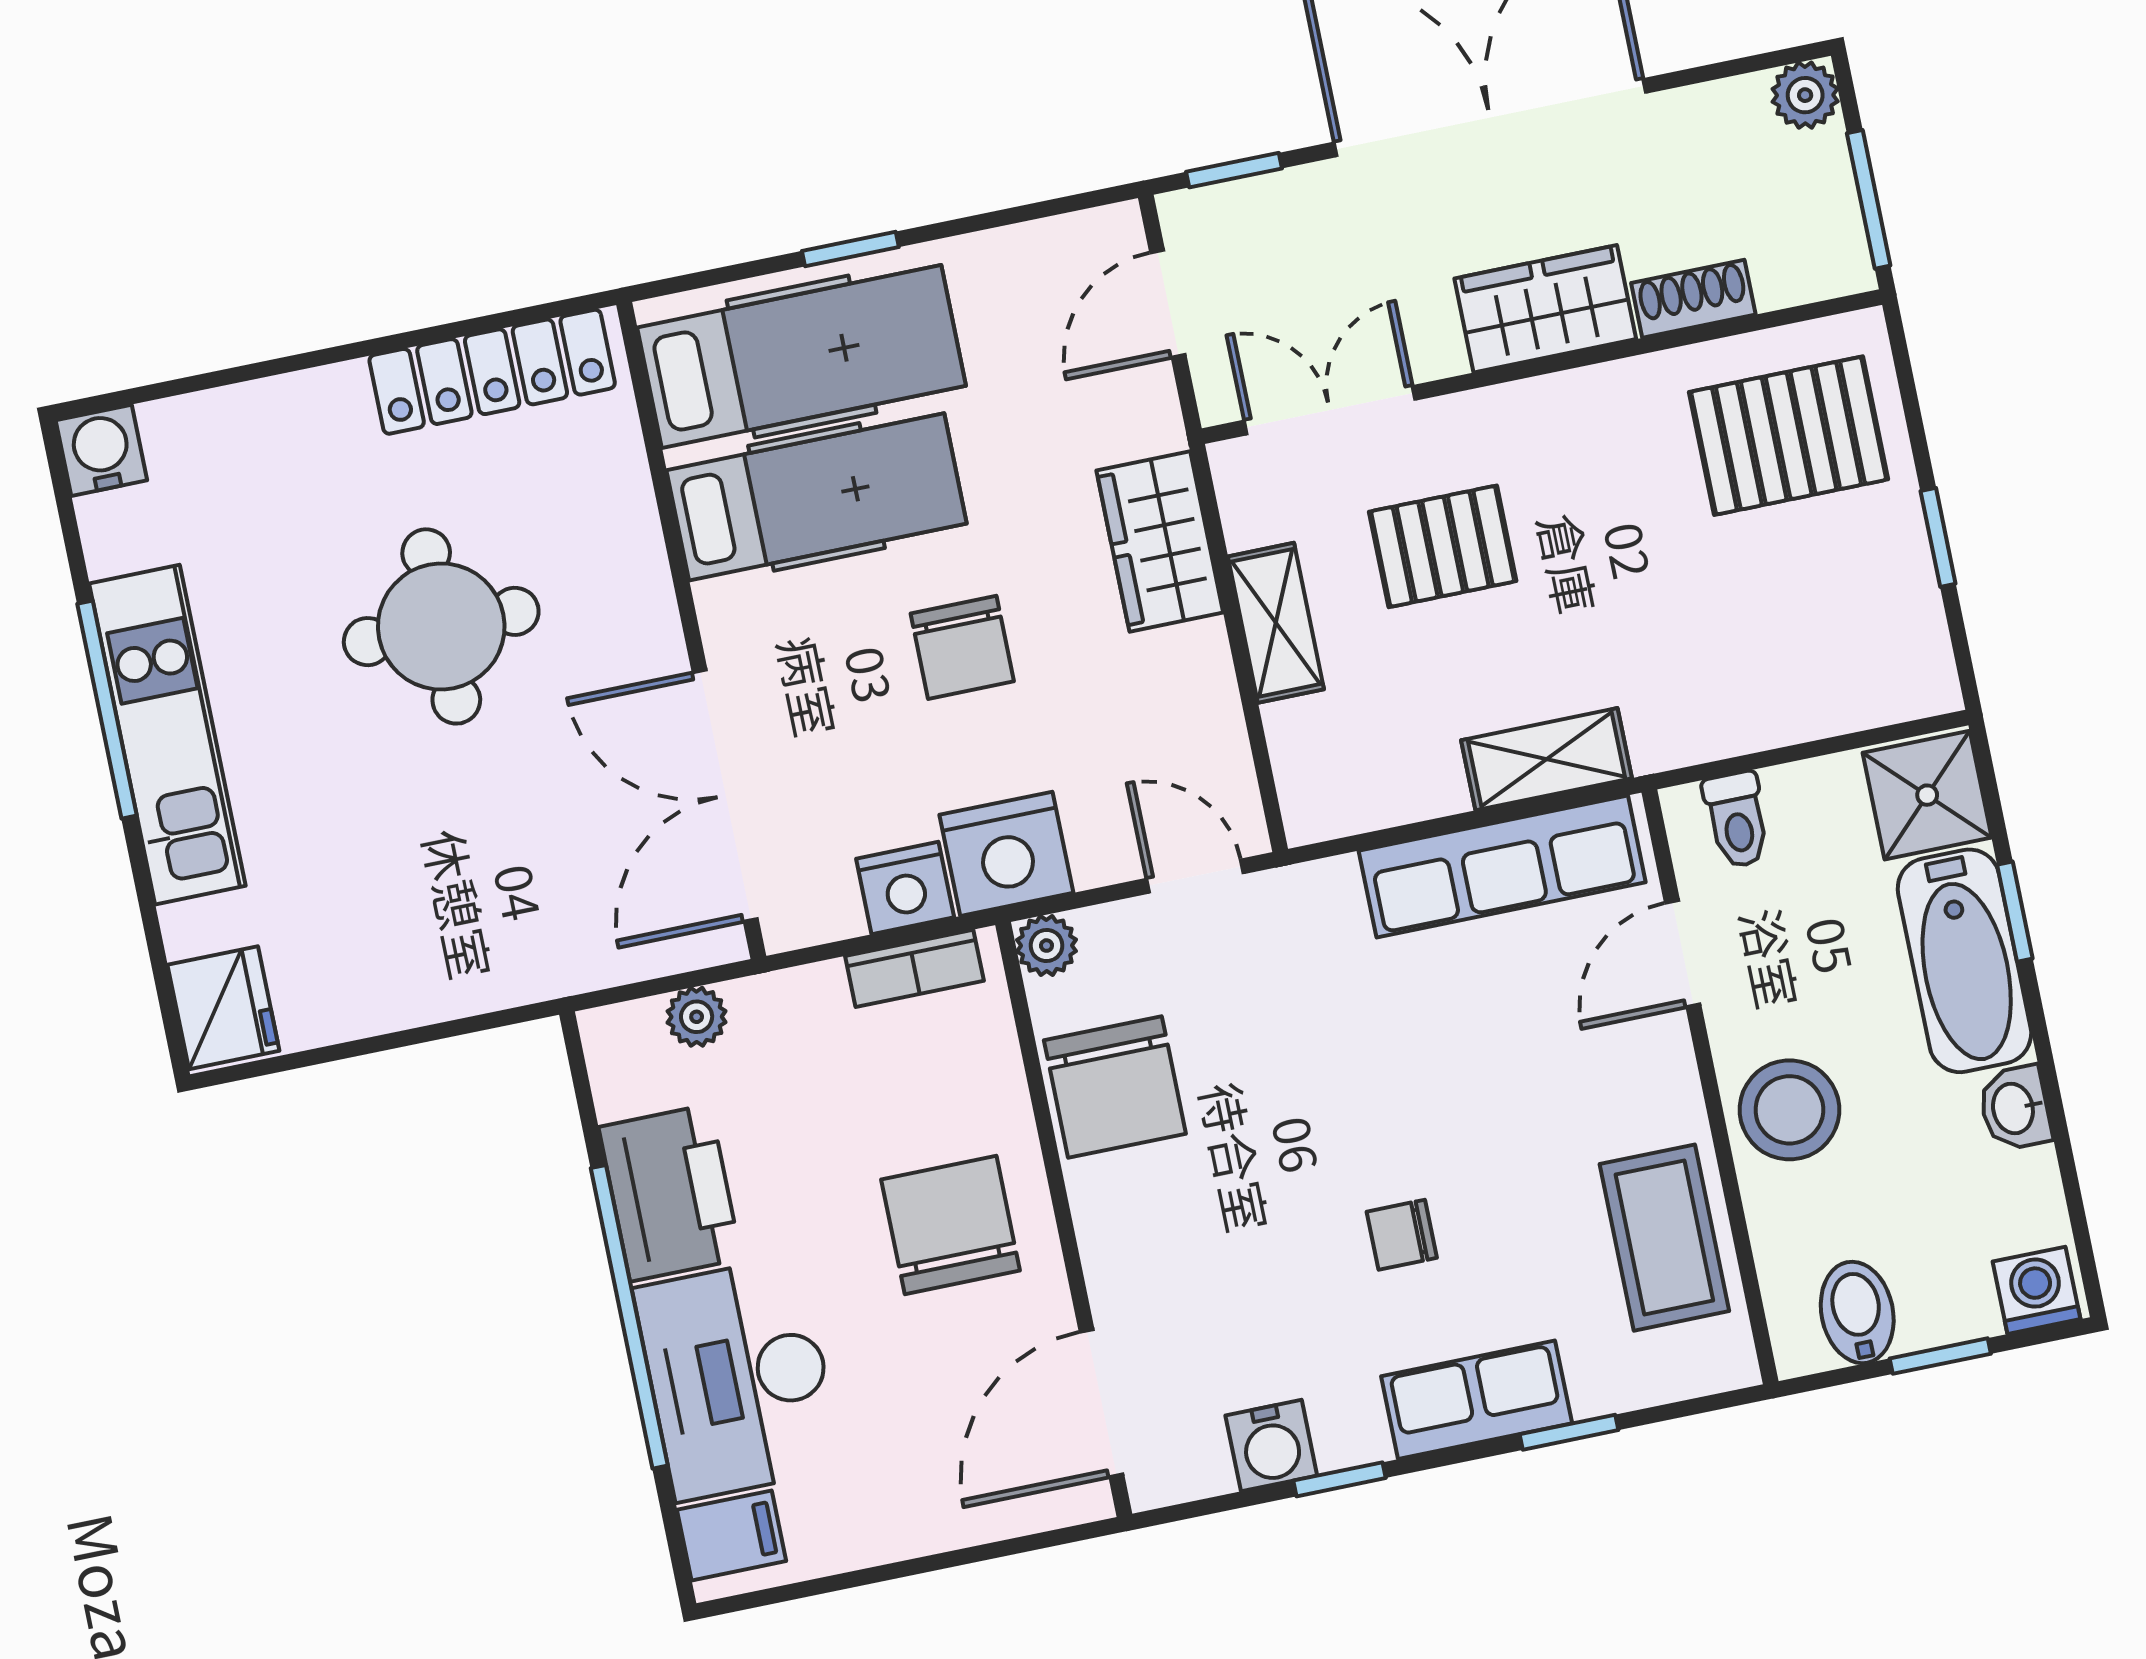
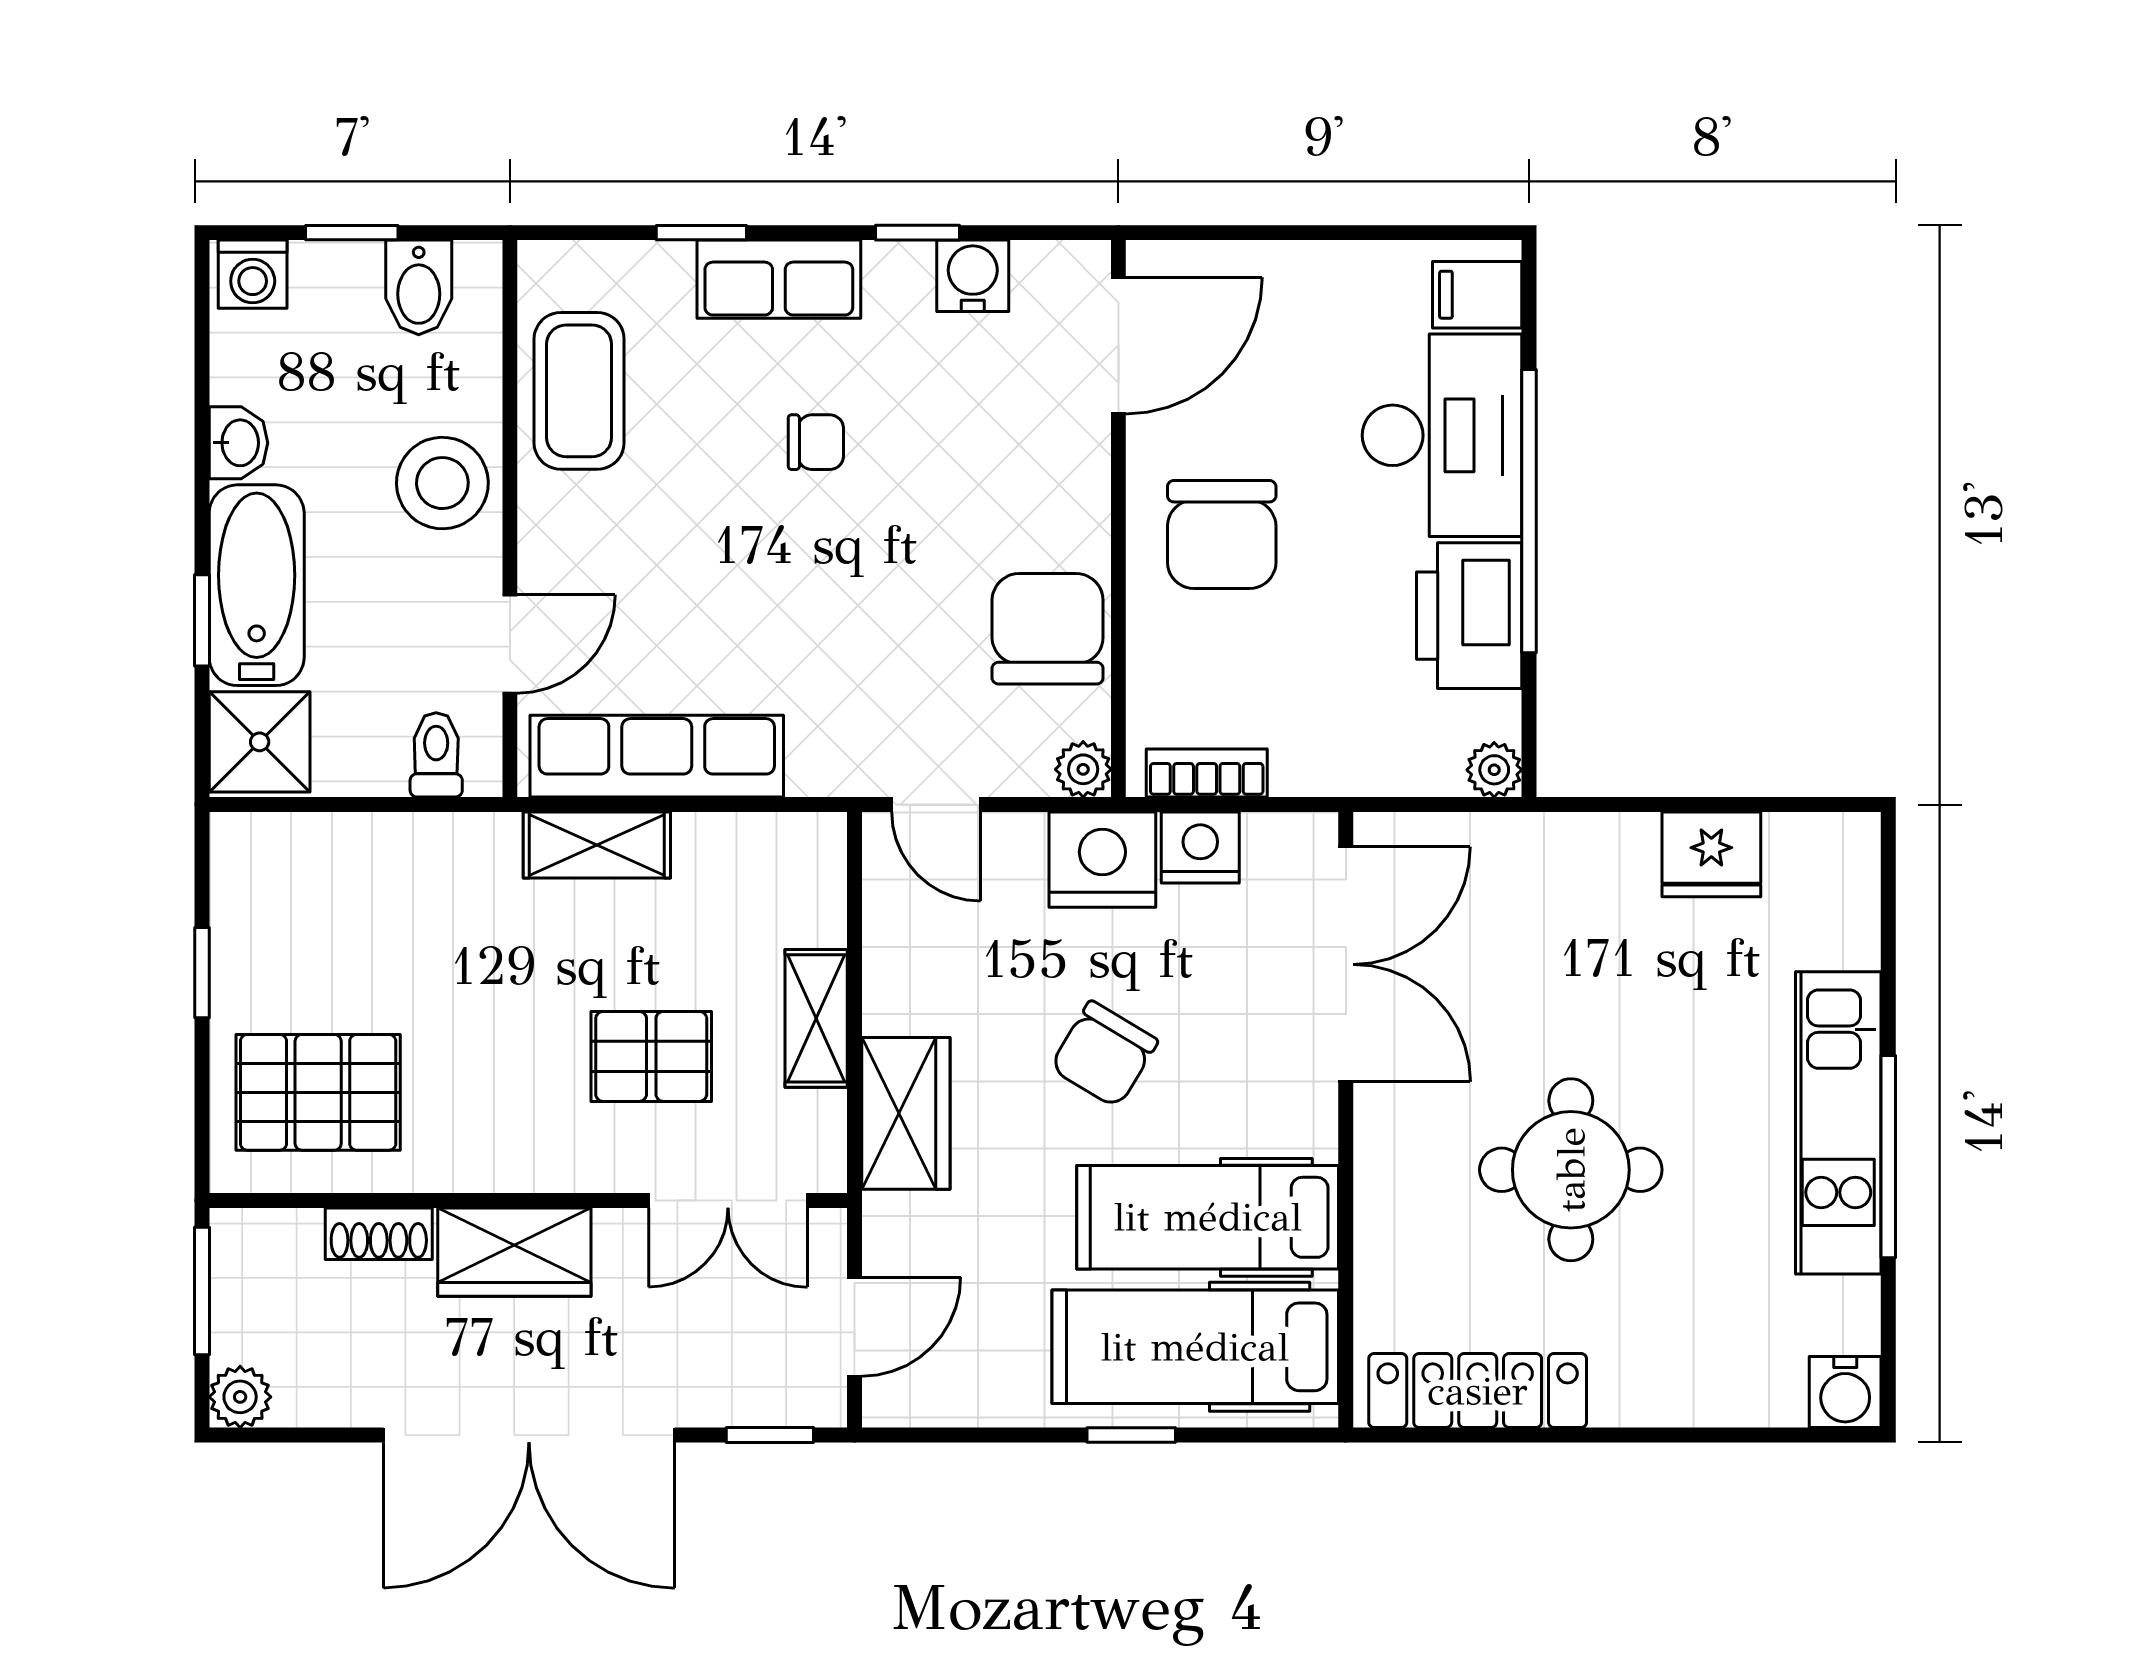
chair: (962, 647) -> (1104, 1054), turned -149
fridge: (223, 1008) -> (1711, 854), moved, turned -90
plant: (697, 1017) -> (1494, 770), moved

